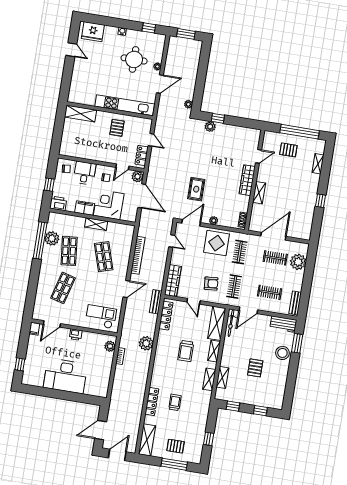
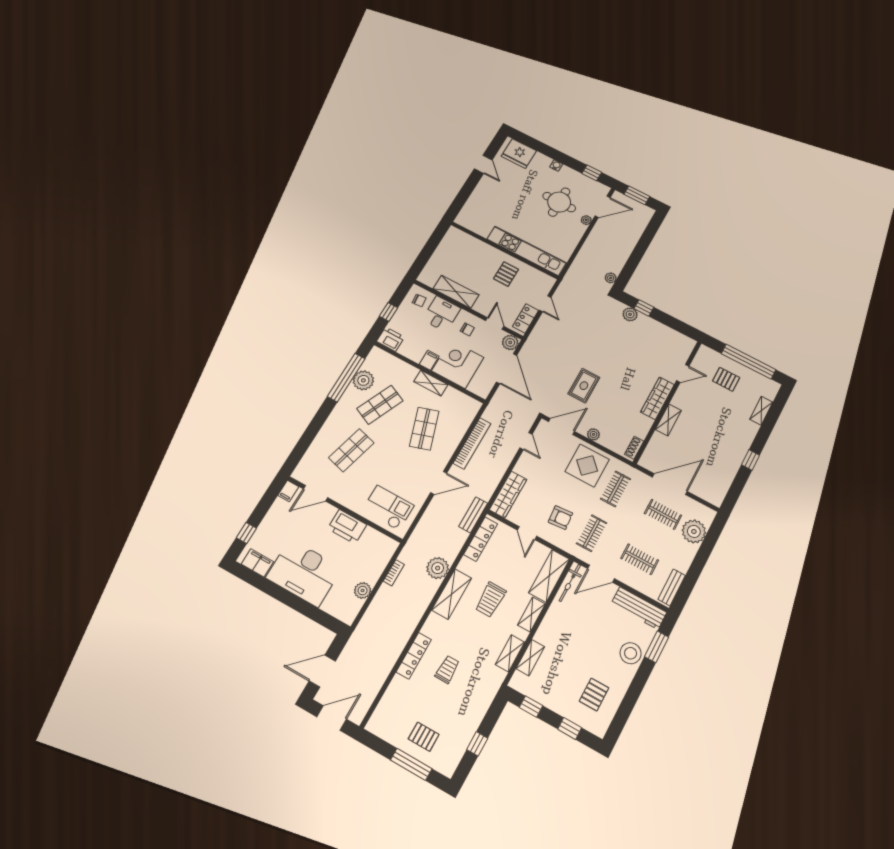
door: (160, 84) -> (603, 207), moved
shelving: (81, 113) -> (456, 292), moved
door: (122, 167) -> (495, 323), swing flipped
filing cabinet: (85, 208) -> (429, 360), width x0.50
shop shelf: (69, 251) -> (380, 405), turned 30
workbench: (283, 324) -> (639, 608), width x1.37
printer: (76, 335) -> (347, 527), width x1.87, depth x1.48
plant: (110, 346) -> (363, 591), moved
pallet: (255, 368) -> (594, 694), moved
filing cabinet: (34, 380) -> (257, 563), added
shelving: (147, 440) -> (452, 594), moved

